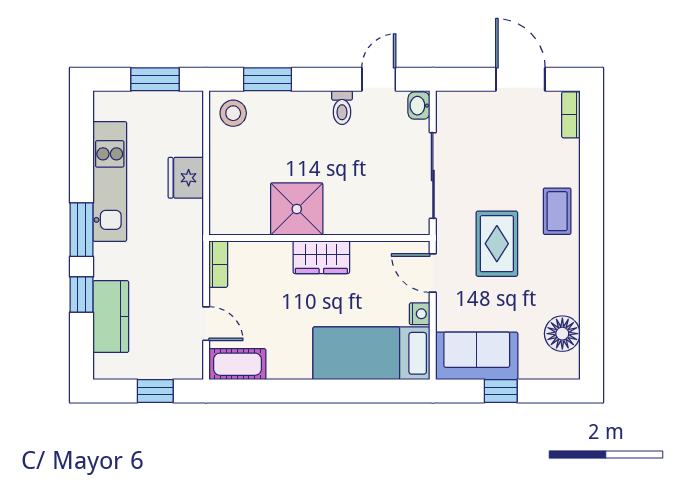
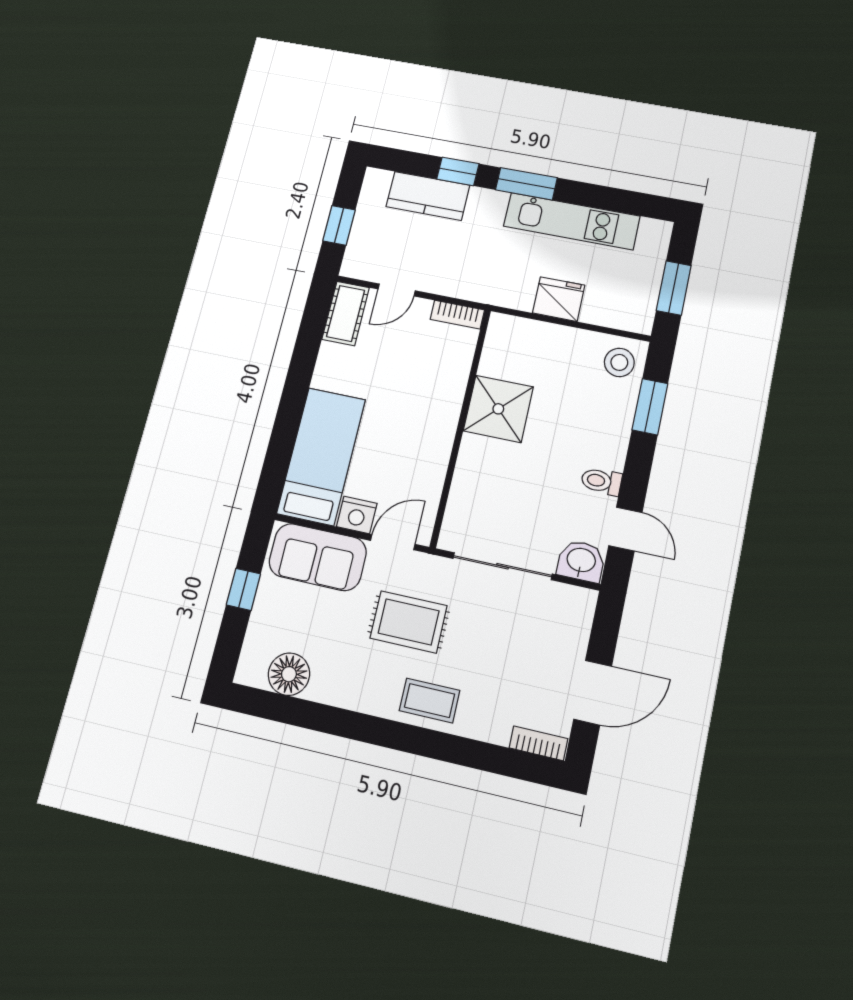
washbasin: (419, 106) -> (581, 561), width x1.38, depth x1.45
wardrobe: (321, 257) -> (439, 424), removed
nightstand: (420, 314) -> (357, 515), width x1.39, depth x1.35
sofa: (477, 356) -> (318, 557), moved, turned 90

